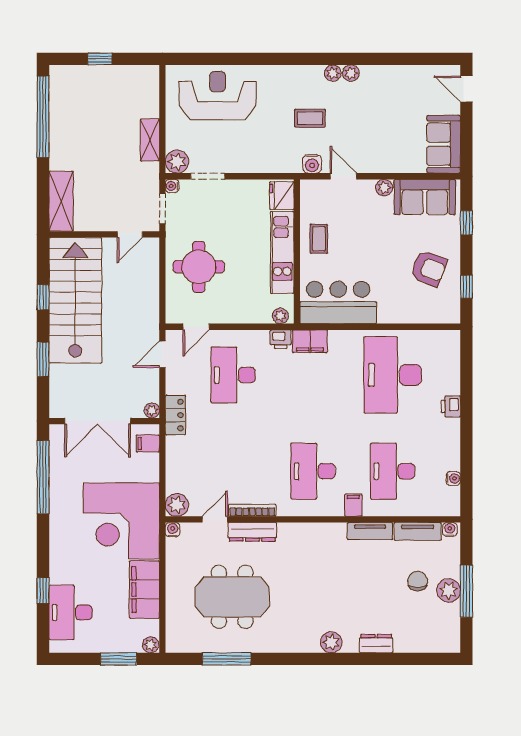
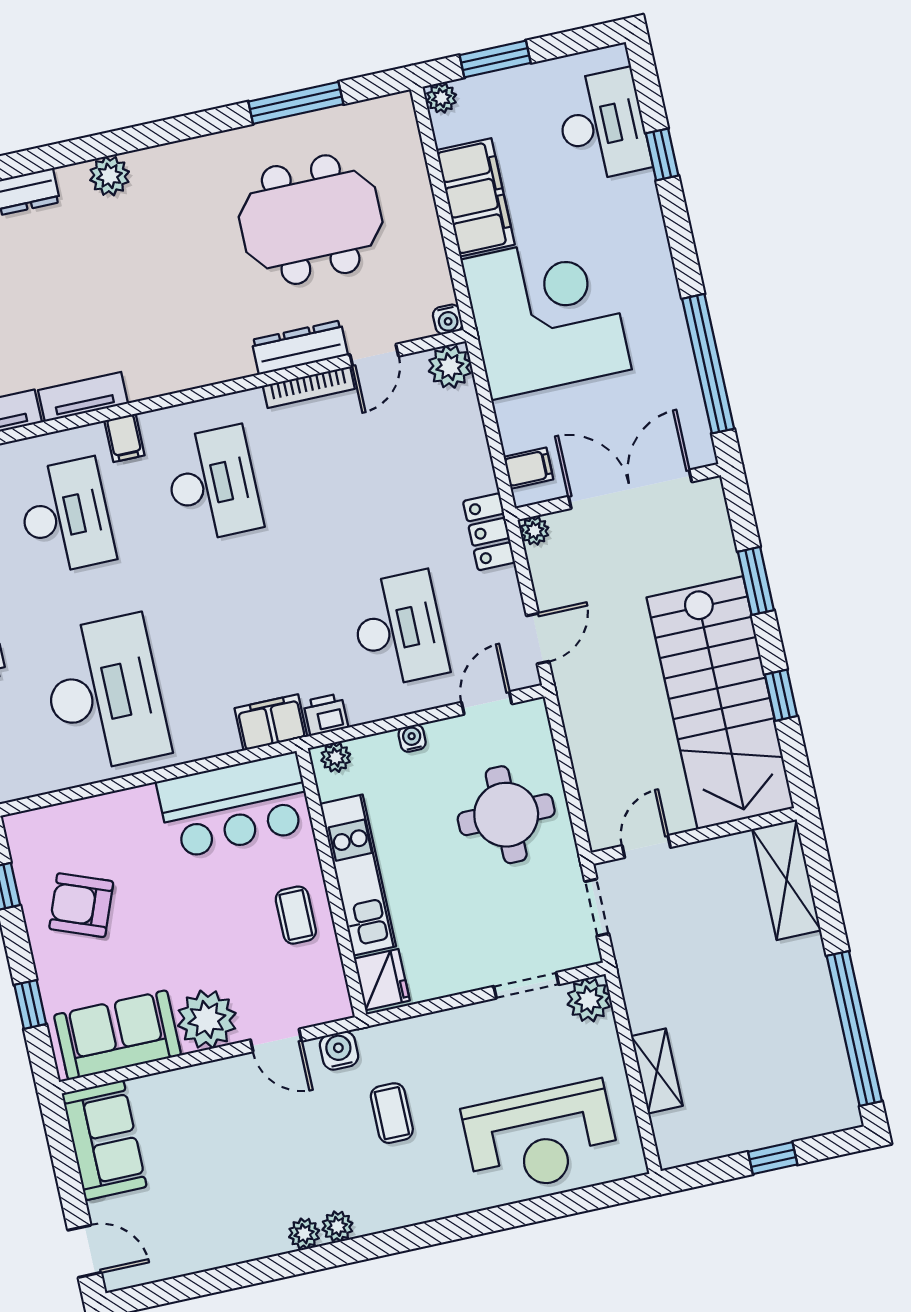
coffee table: (310, 118) -> (392, 1113), moved, turned 90
shelving: (150, 140) -> (657, 1071), moved
water cooler: (172, 186) -> (412, 738), moved, turned -90
plant: (384, 188) -> (207, 1019), width x1.88, depth x1.88

